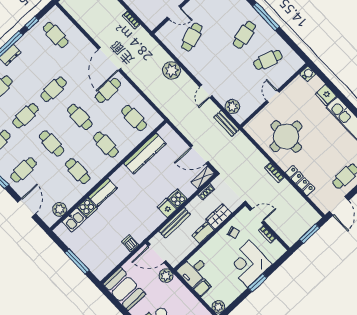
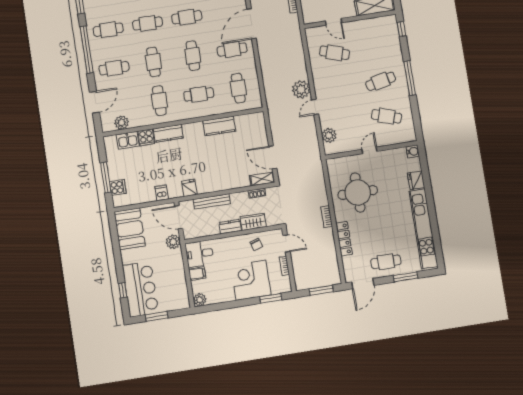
cafe table: (192, 37) -> (334, 53), turned 36
plant: (172, 70) -> (301, 90), moved
bench: (227, 123) -> (314, 147), removed
cafe table: (106, 145) -> (199, 94), turned 90
kitchen counter: (145, 154) -> (219, 126), width x0.67
cooker: (177, 199) -> (118, 187), moved, turned 90
fridge: (167, 208) -> (189, 188), moved
window: (257, 283) -> (271, 298), moved

